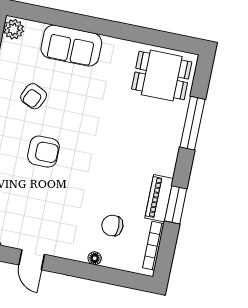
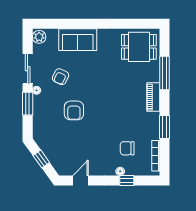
armchair: (43, 152) -> (74, 110), turned 90
piano: (159, 198) -> (153, 97), moved
door: (32, 260) -> (80, 180), swing flipped
window: (102, 274) -> (127, 180), added

